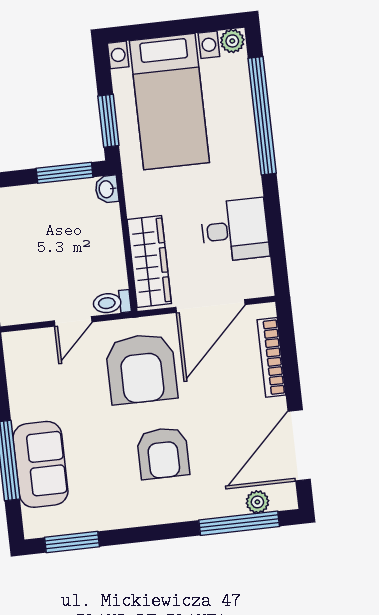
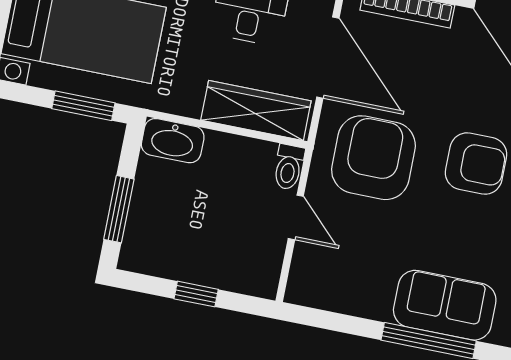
window: (65, 173) -> (119, 209), moved
washbasin: (107, 189) -> (173, 141), width x1.91, depth x1.45
armchair: (141, 369) -> (373, 158), turned -90

